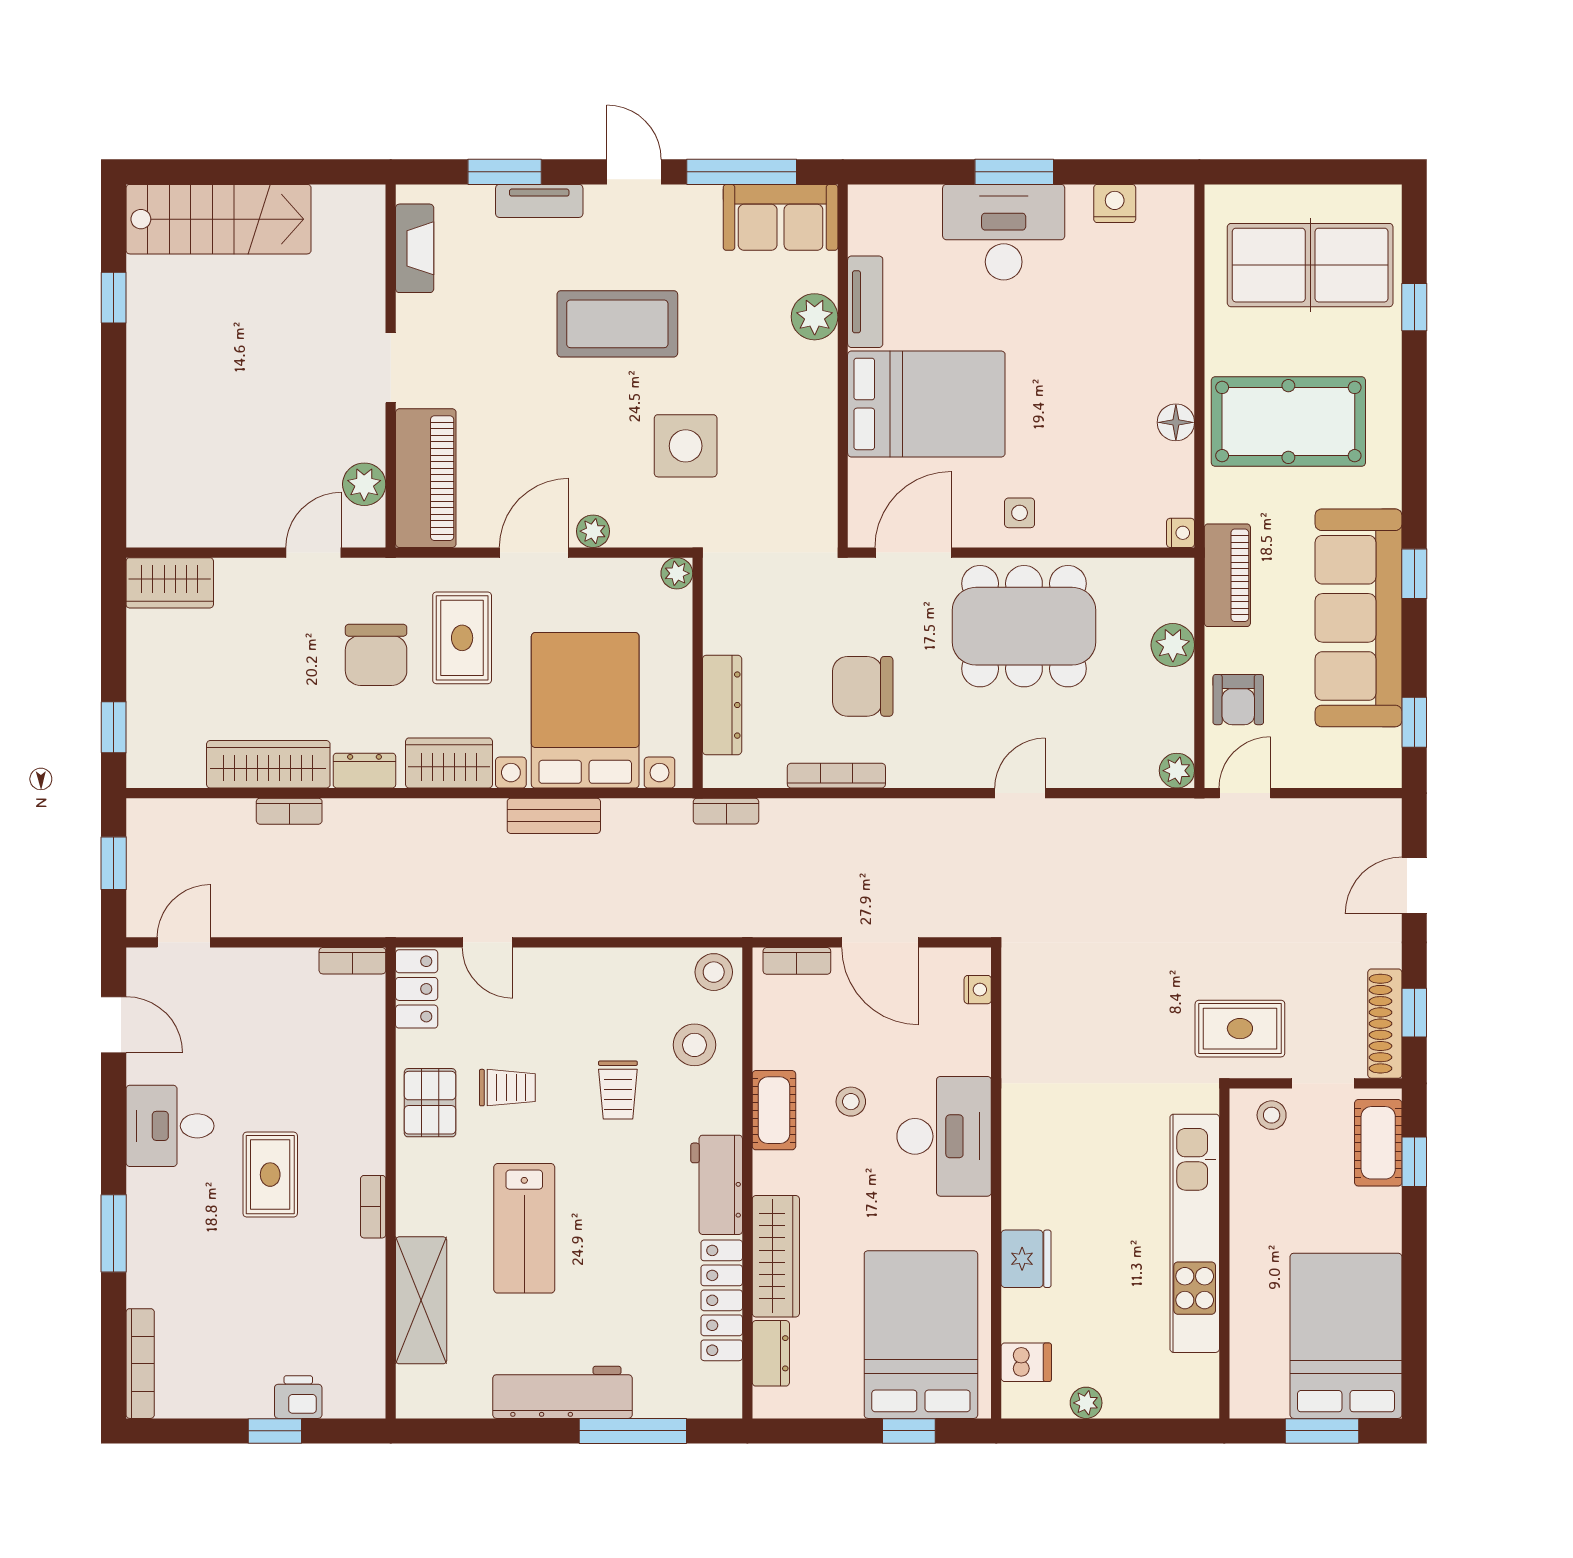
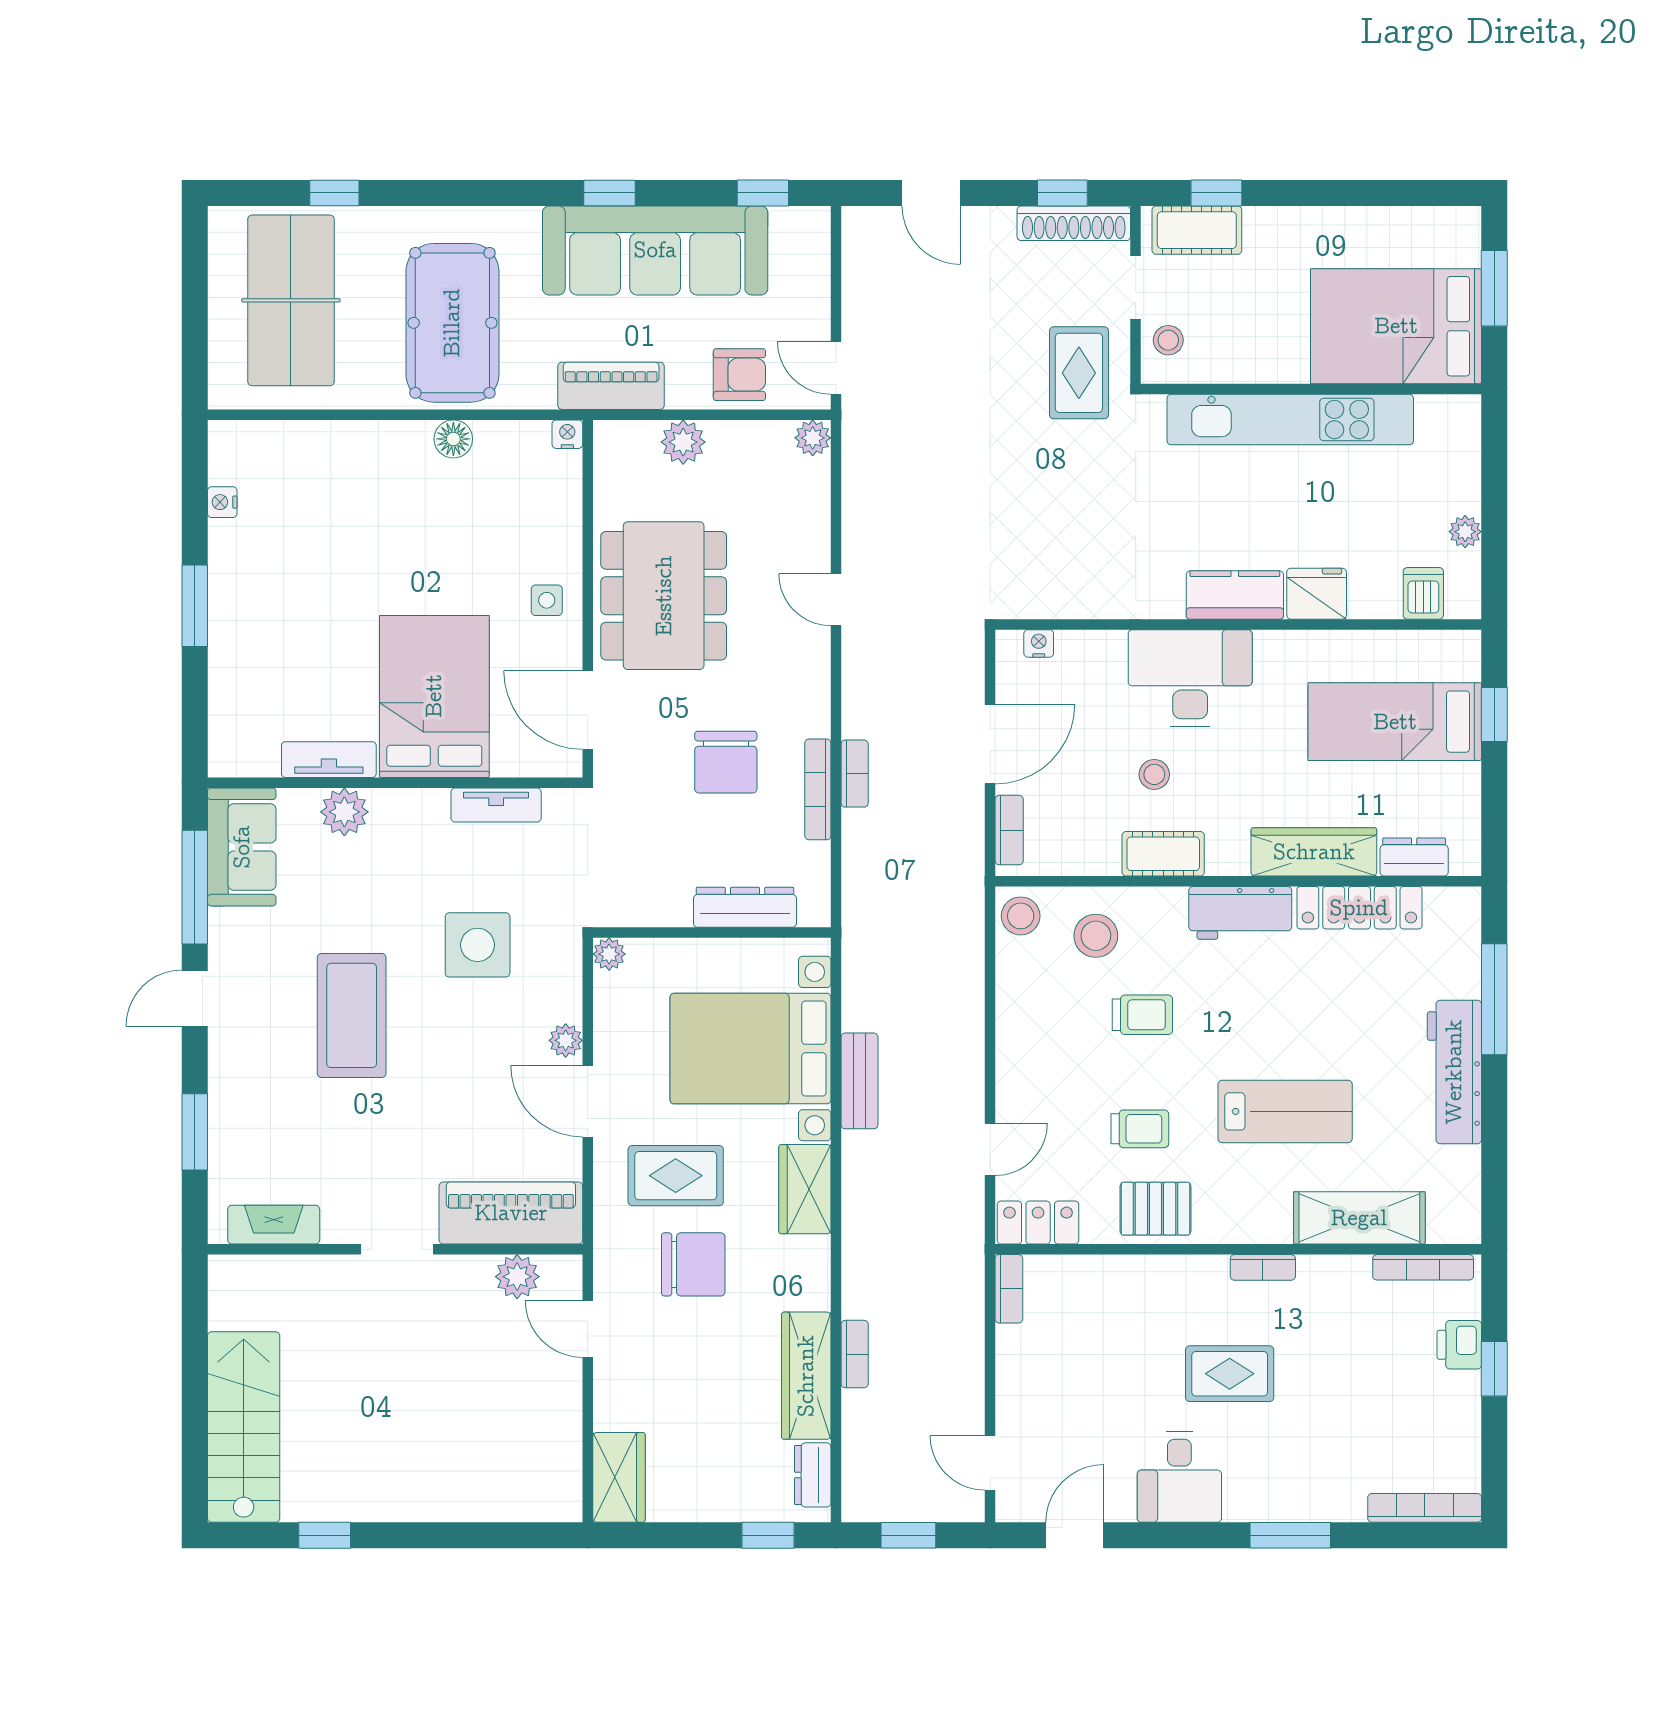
tv unit: (539, 201) -> (496, 805), moved, turned 90
nightstand: (1115, 204) -> (222, 502), width x0.72, depth x0.74
desk: (1004, 232) -> (257, 617), removed
dresser: (364, 771) -> (813, 1475), moved
bookcase: (726, 811) -> (855, 774), moved
trolley: (507, 1088) -> (1140, 1129), turned 90
kitchen counter: (1025, 1180) -> (1235, 595), added
bed: (921, 1335) -> (1395, 722), width x0.67
bed: (1346, 1336) -> (1396, 326), moved
bookcase: (373, 1362) -> (1423, 1267), added

